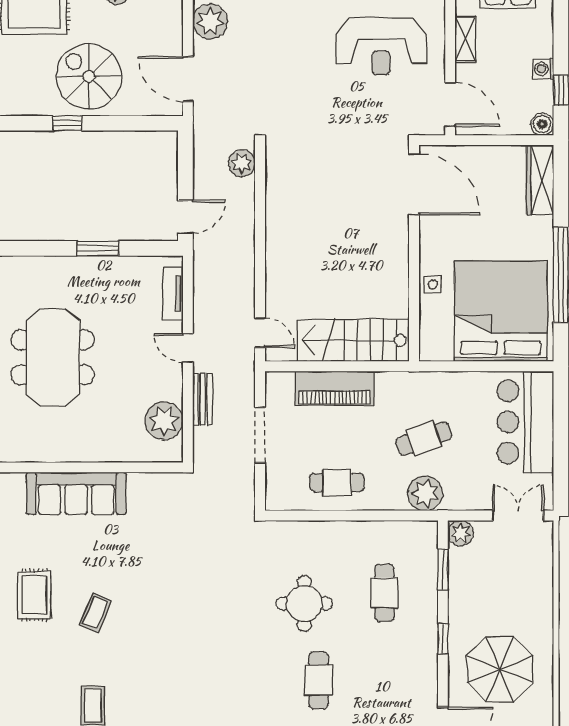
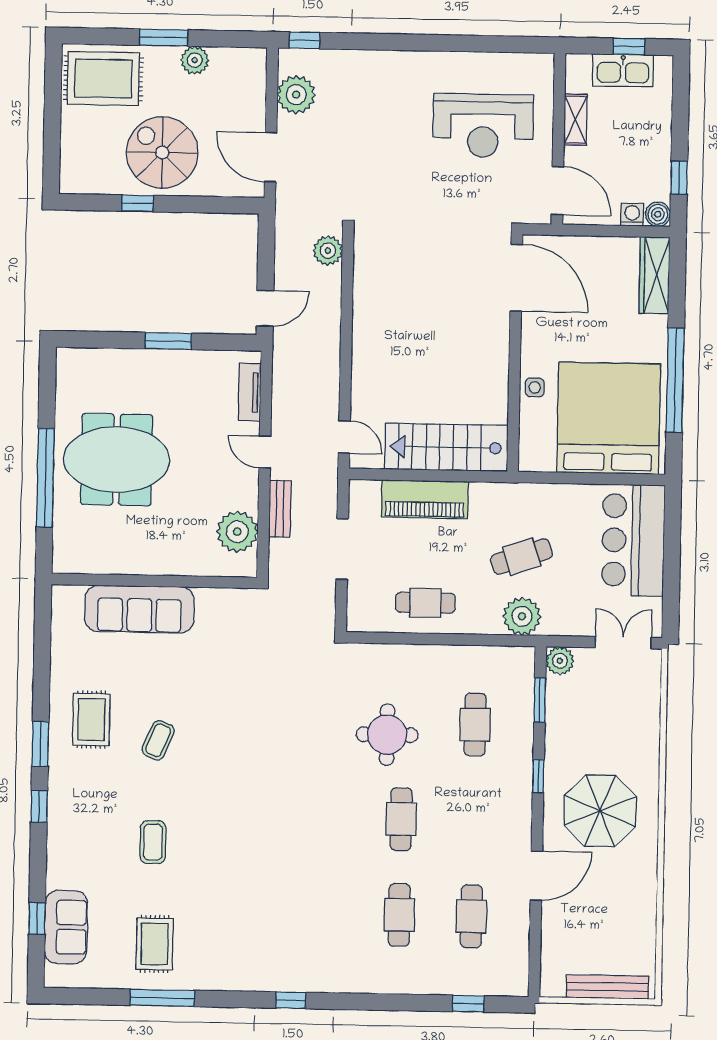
washing machine: (543, 69) -> (632, 215), moved, turned 90
meeting table: (53, 357) -> (117, 460), turned 90

